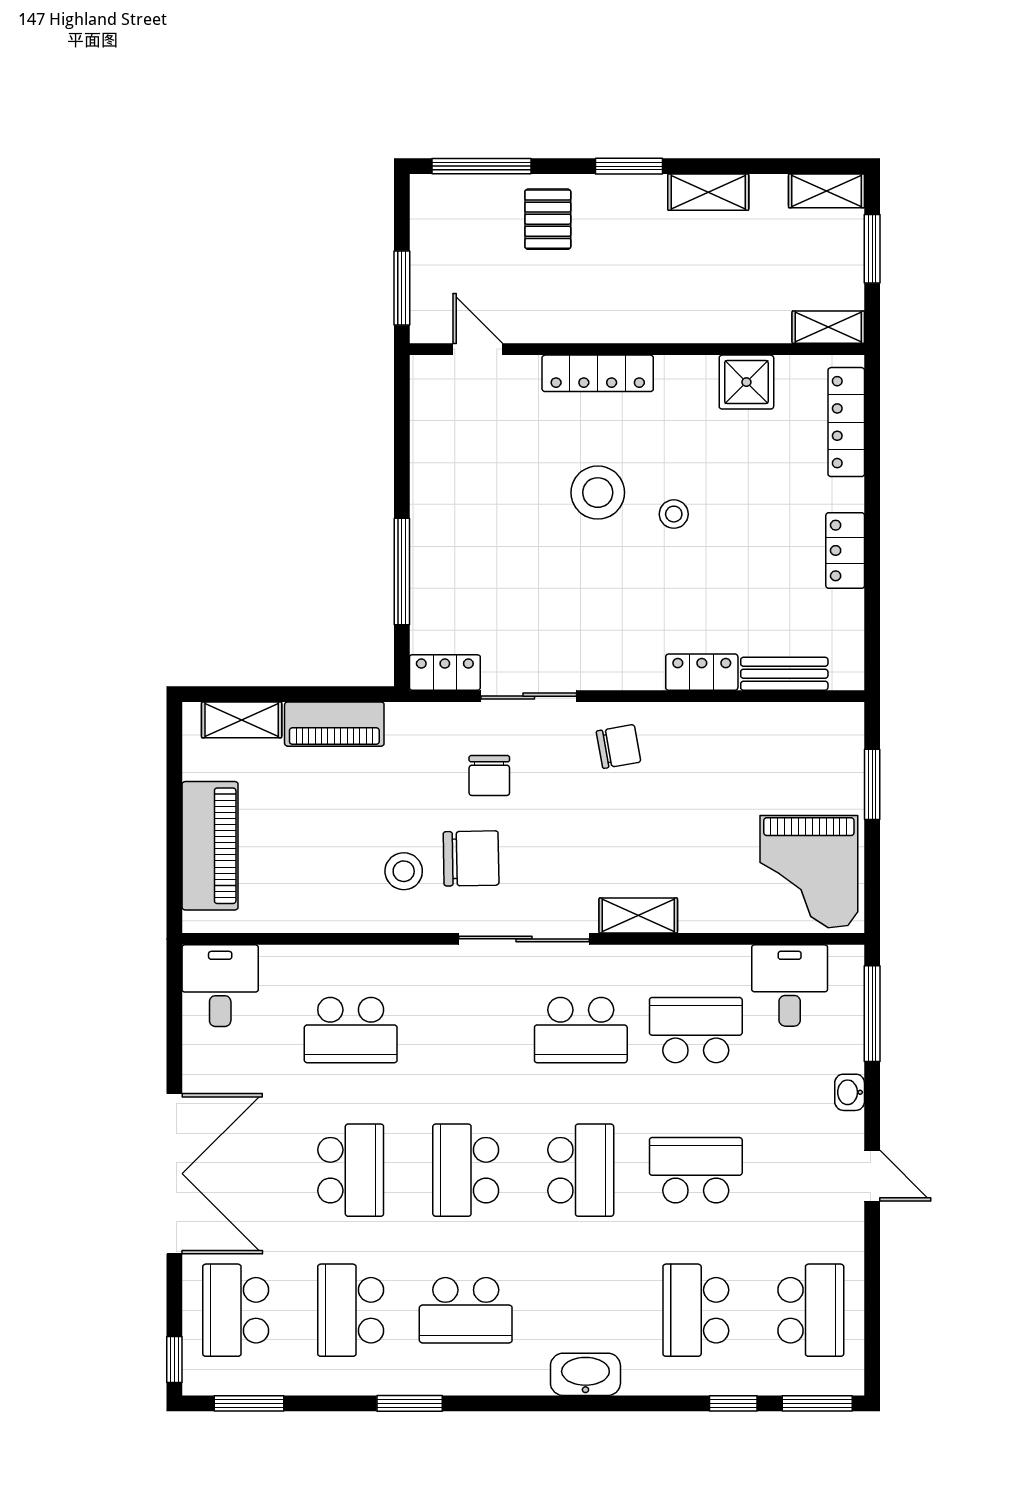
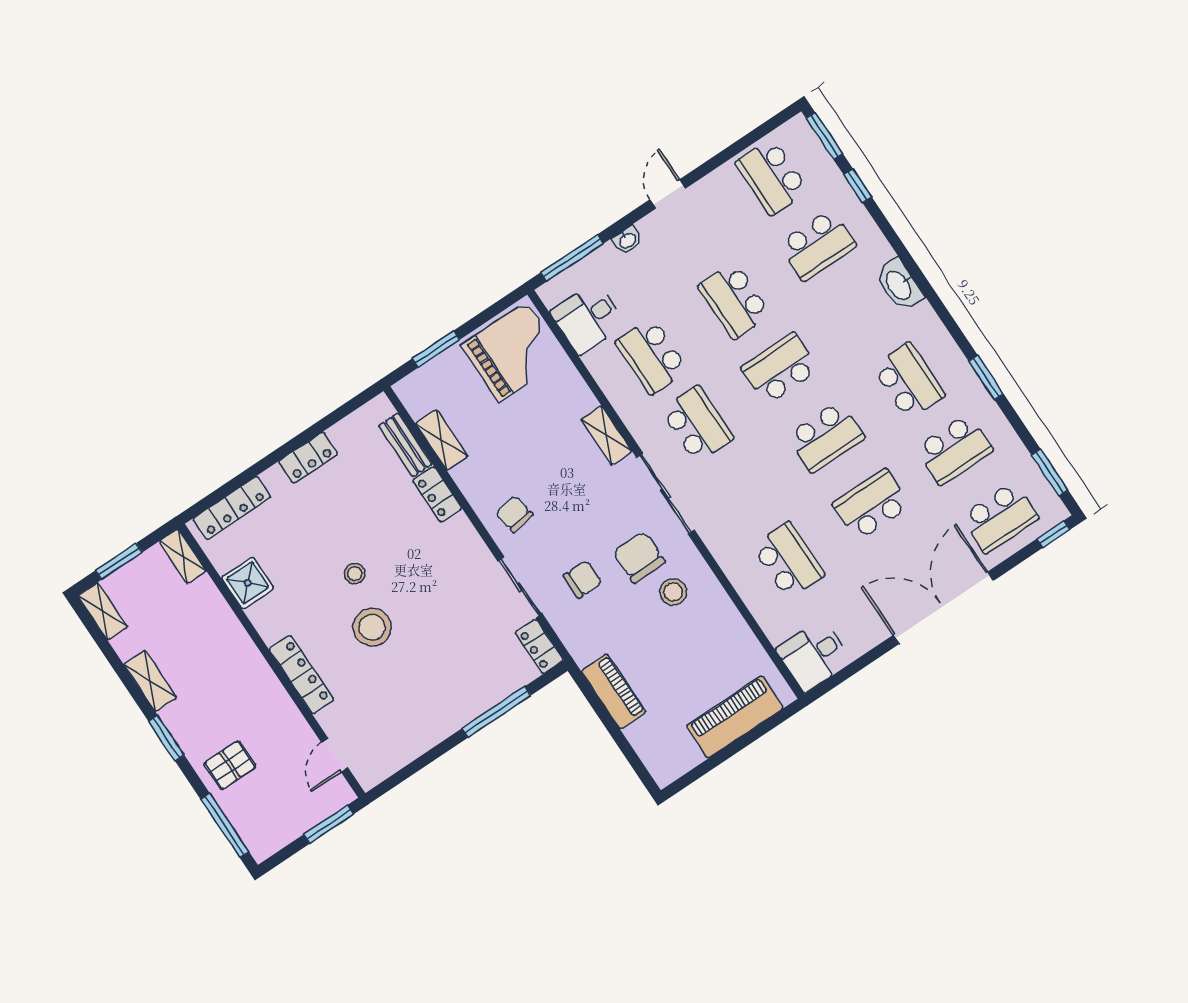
shelving: (242, 720) -> (442, 440), moved
school desk: (811, 1310) -> (772, 177), turned -90

